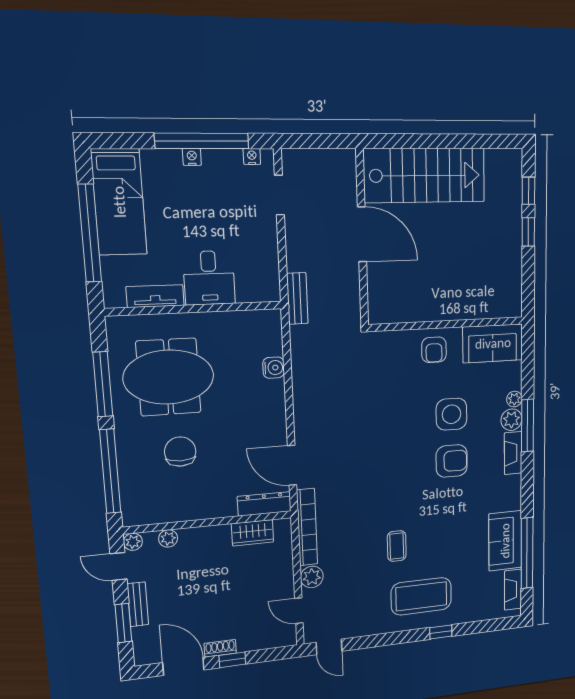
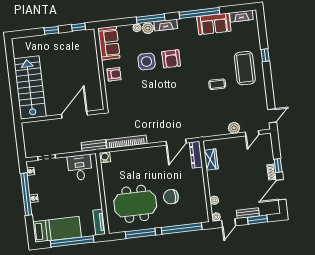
window: (528, 191) -> (78, 27), moved
door: (362, 234) -> (74, 115), moved
desk: (209, 278) -> (80, 168), moved, turned -90
tv unit: (155, 296) -> (99, 222), moved
water cooler: (274, 368) -> (105, 157), moved
meeting table: (169, 377) -> (135, 204), turned 90
armchair: (452, 461) -> (171, 59), turned 180
bookcase: (307, 527) -> (127, 142), moved
window: (527, 553) -> (199, 13), moved

